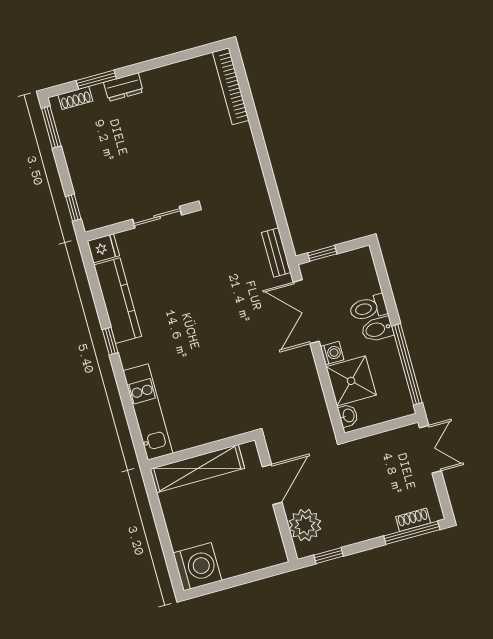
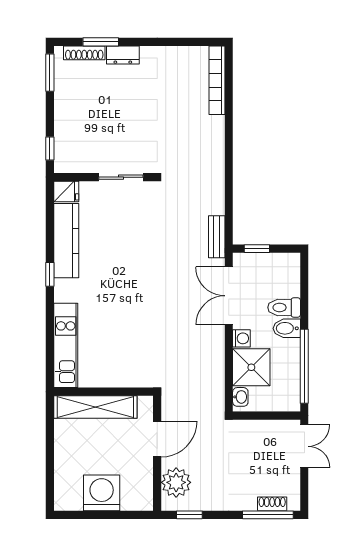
shoe rack: (75, 98) -> (84, 53), width x1.43
washing machine: (197, 567) -> (102, 493), moved, turned -90

